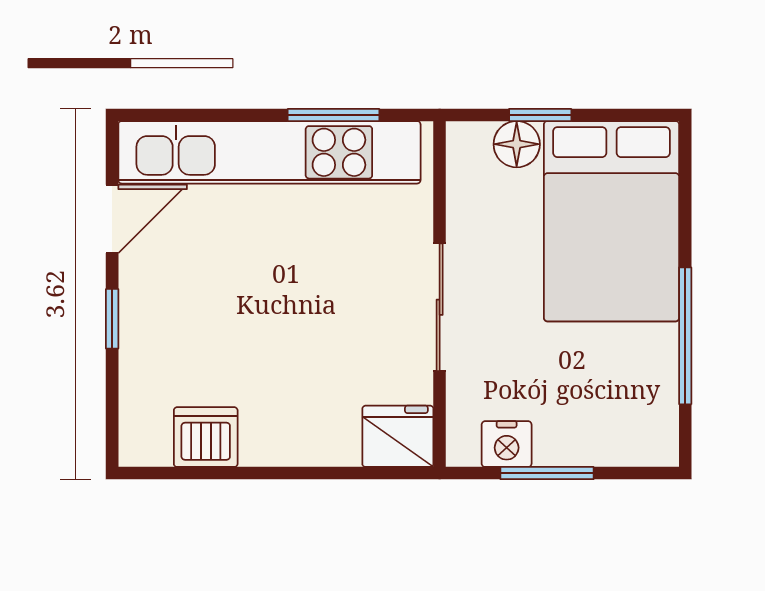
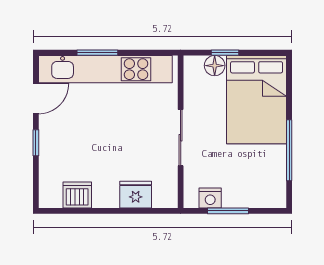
window: (333, 115) -> (97, 53), moved
fridge: (398, 436) -> (136, 195), moved

